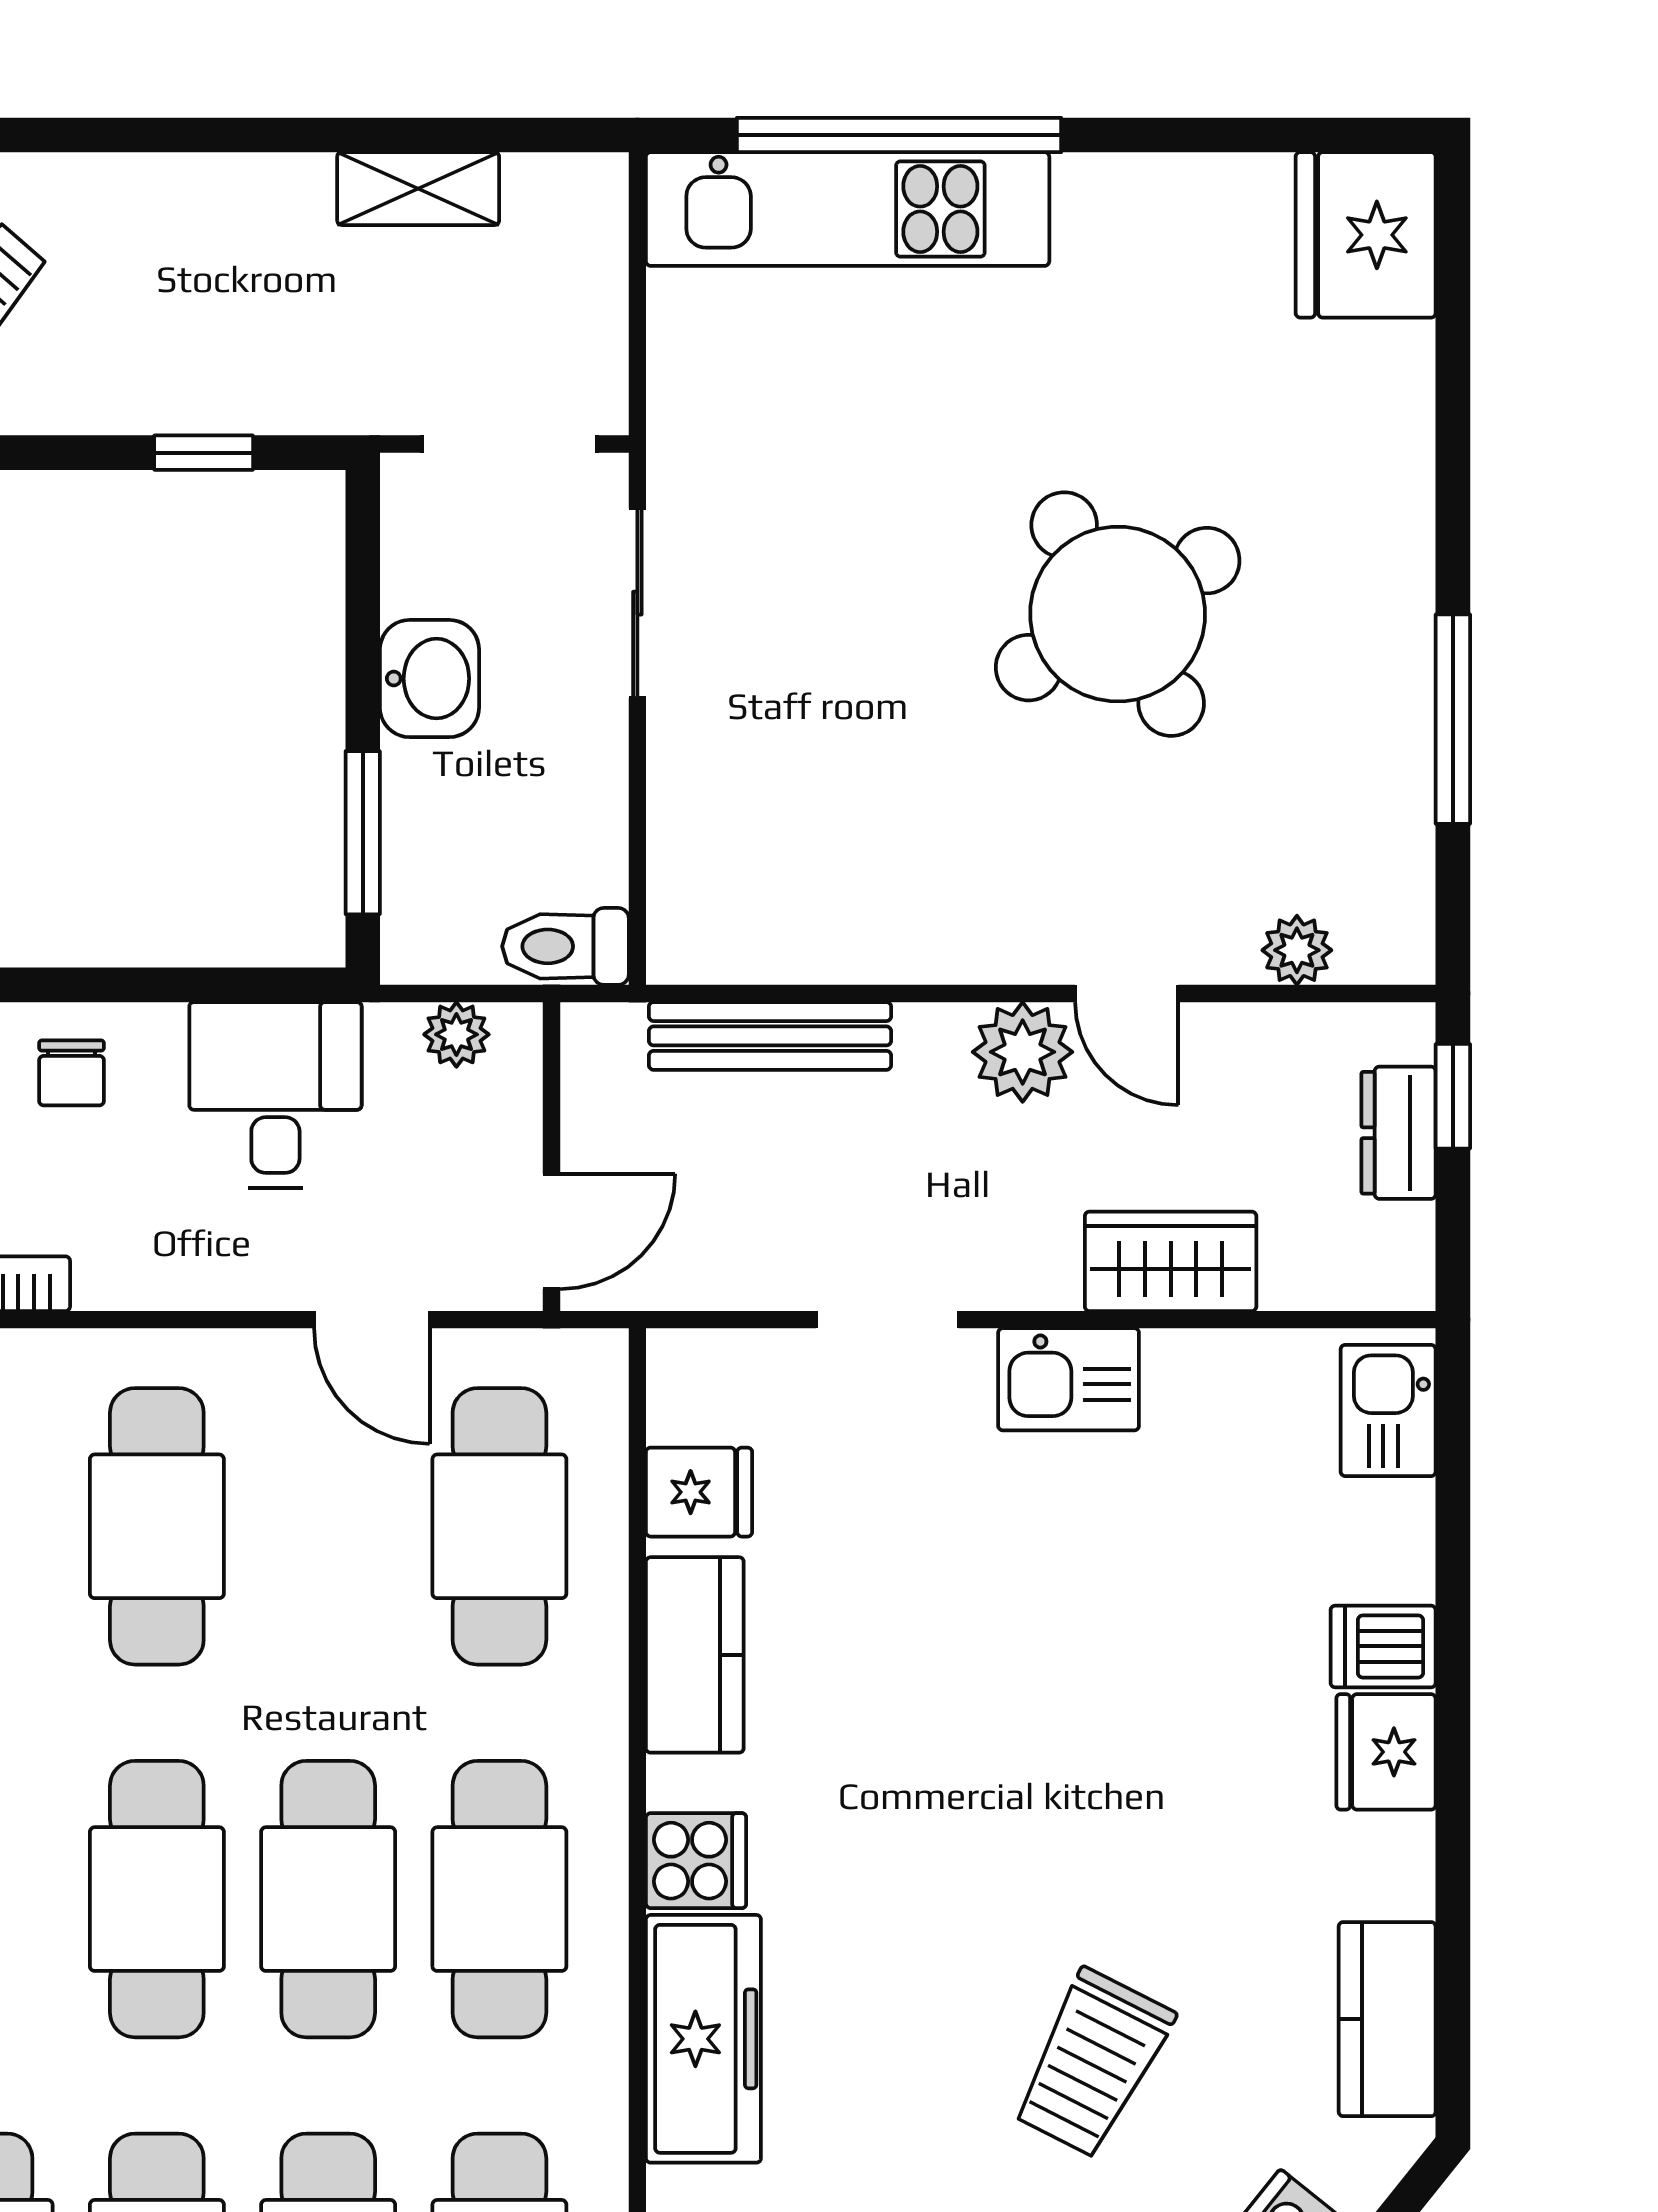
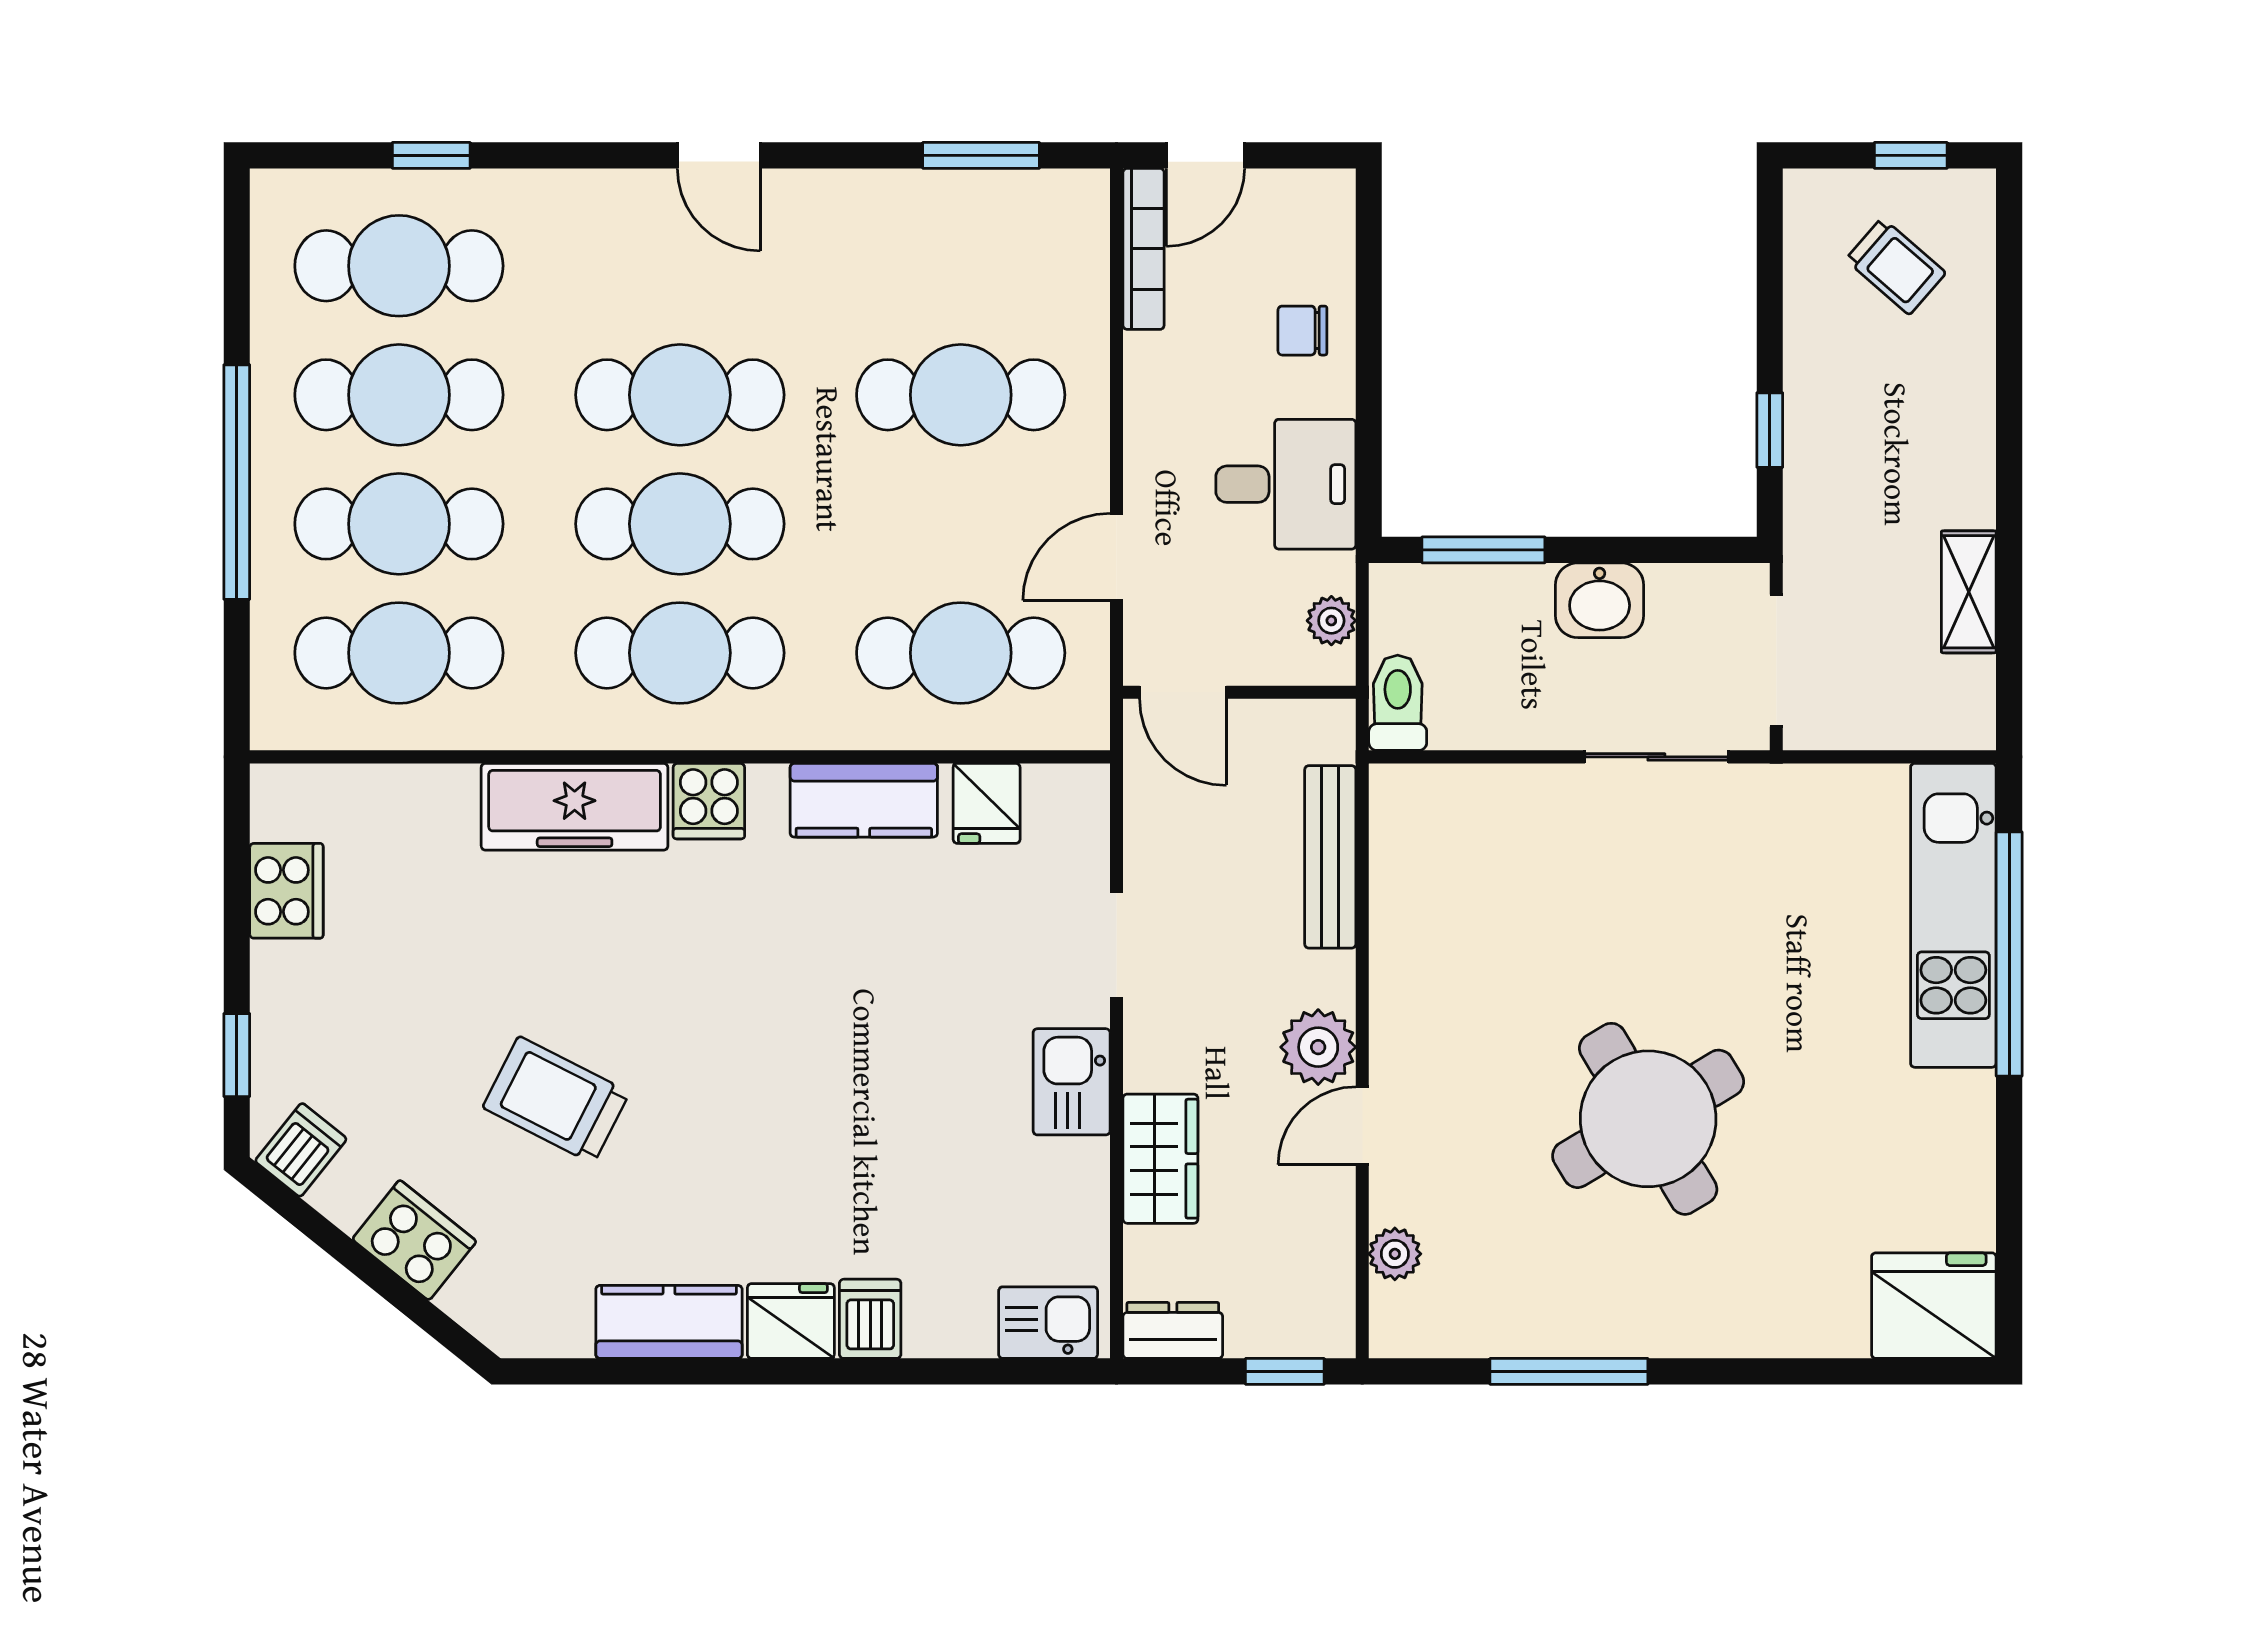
dresser: (1399, 1133) -> (1173, 1330), moved
kitchen counter: (1387, 2019) -> (669, 1322), moved

